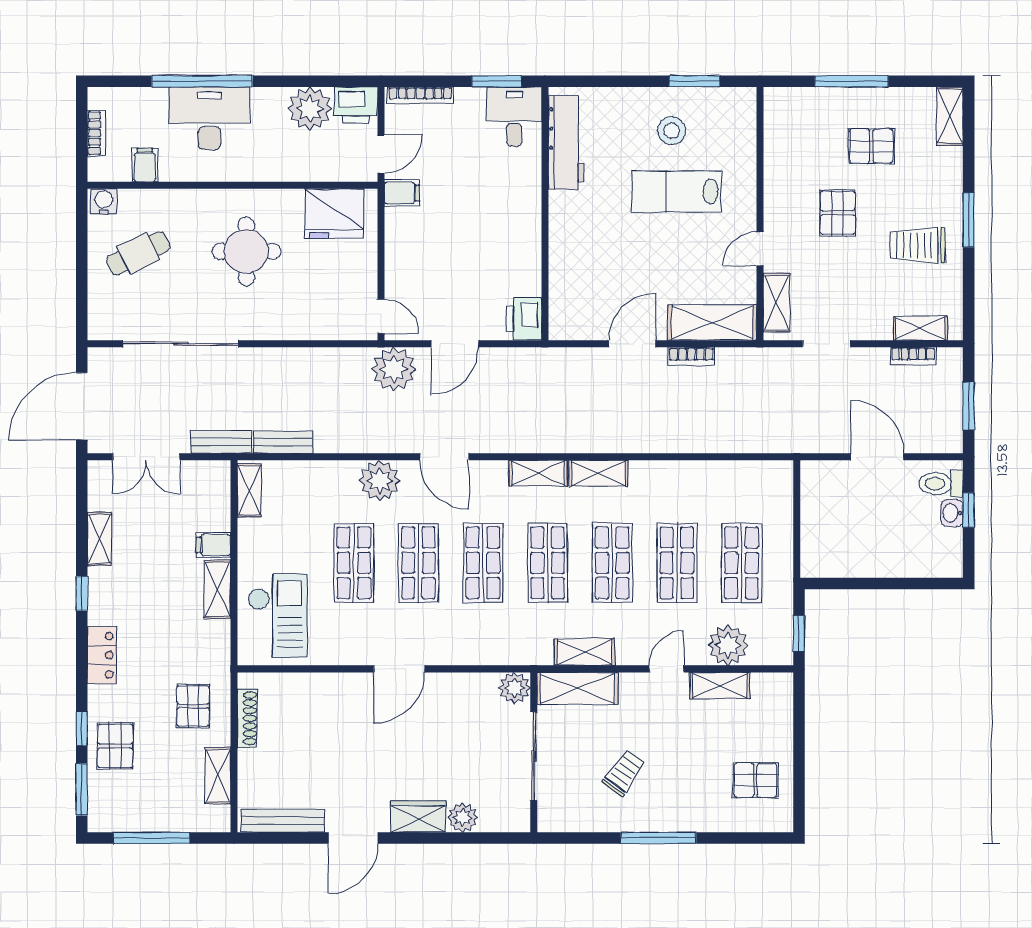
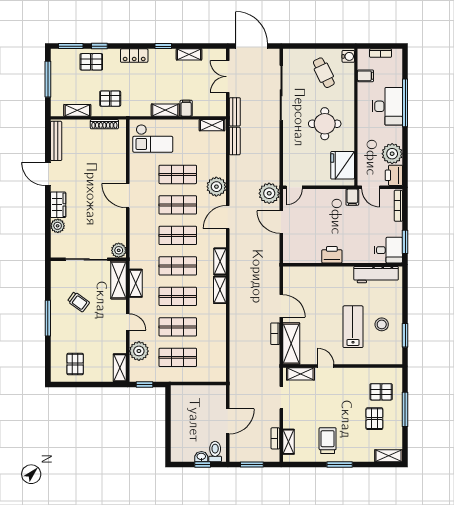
pallet: (838, 213) -> (381, 392), moved
printer: (524, 319) -> (332, 255), moved
shelving: (720, 686) -> (120, 368), moved

